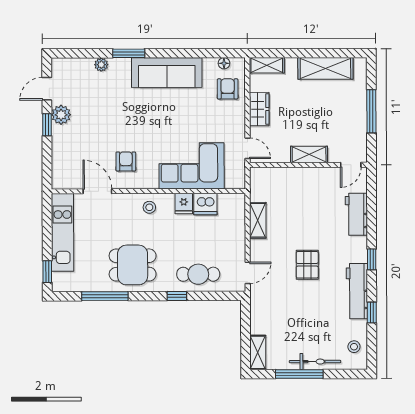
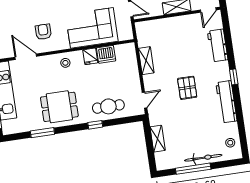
window: (105, 296) -> (42, 133), width x0.69
window: (372, 313) -> (240, 116), removed
shelving: (258, 352) -> (158, 139), moved

